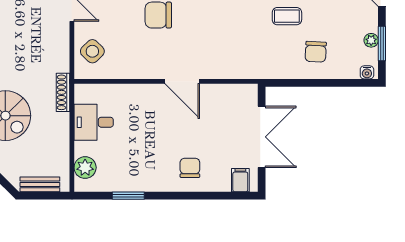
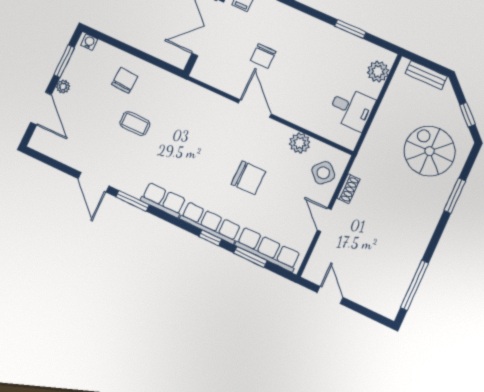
plant: (371, 40) -> (63, 87), moved
plant: (126, 69) -> (300, 143), added
shoe rack: (63, 92) -> (348, 189), moved, width x0.70
chair: (190, 168) -> (263, 56), moved

